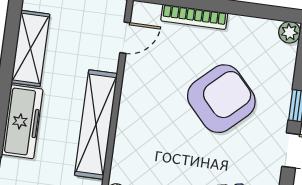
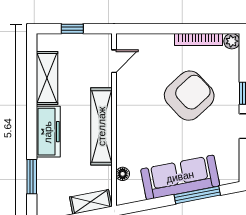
bookcase: (194, 17) -> (199, 39), moved

